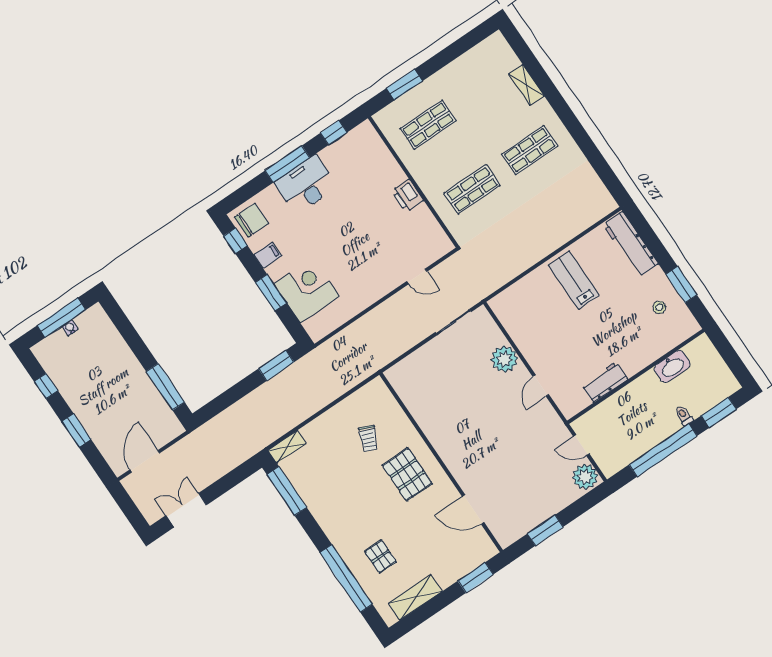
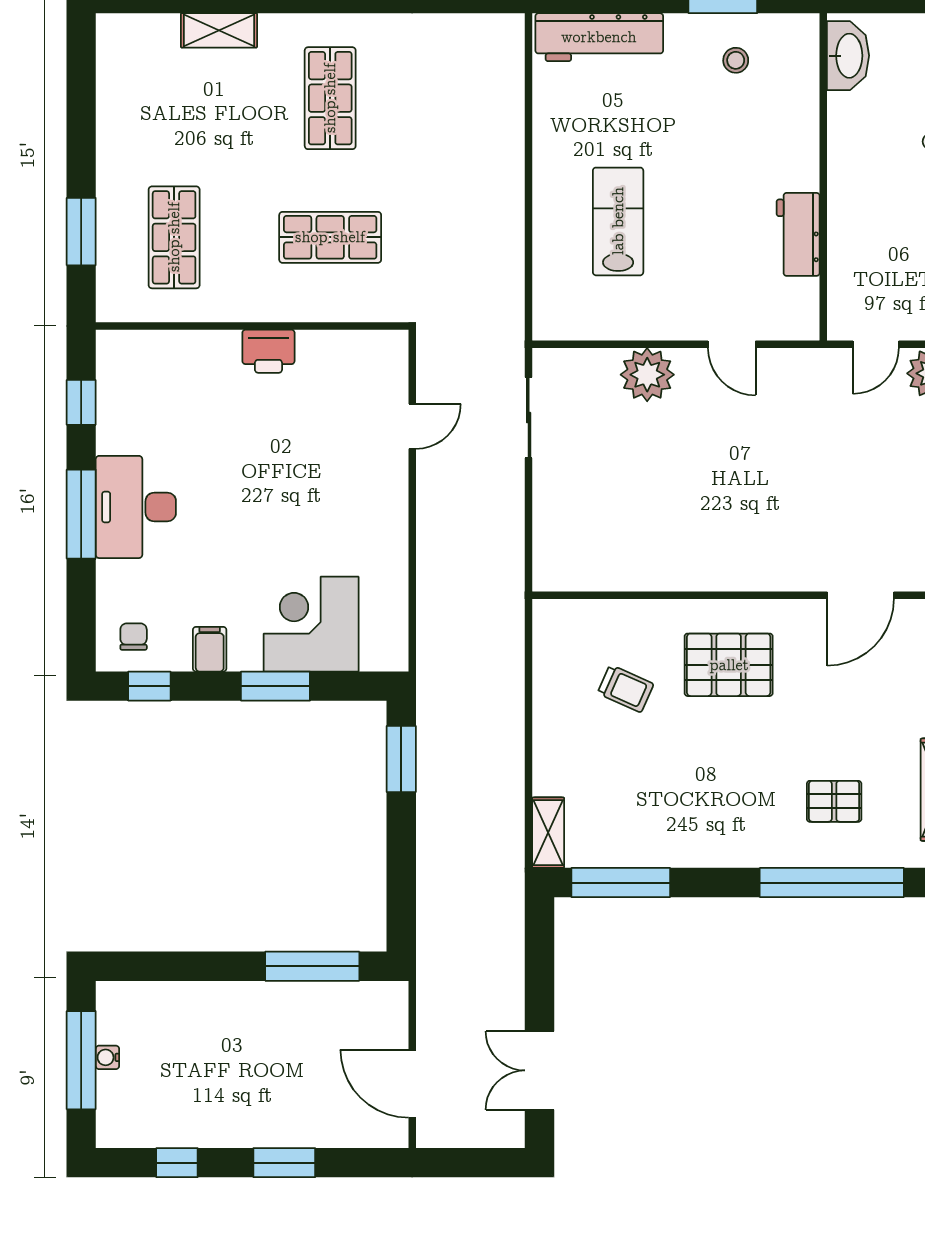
shop shelf: (472, 189) -> (330, 237), turned 90
chair: (252, 220) -> (134, 637), width x0.54, depth x0.54
lab bench: (574, 280) -> (618, 221), moved, turned 90
washbasin: (672, 367) -> (848, 56), moved

